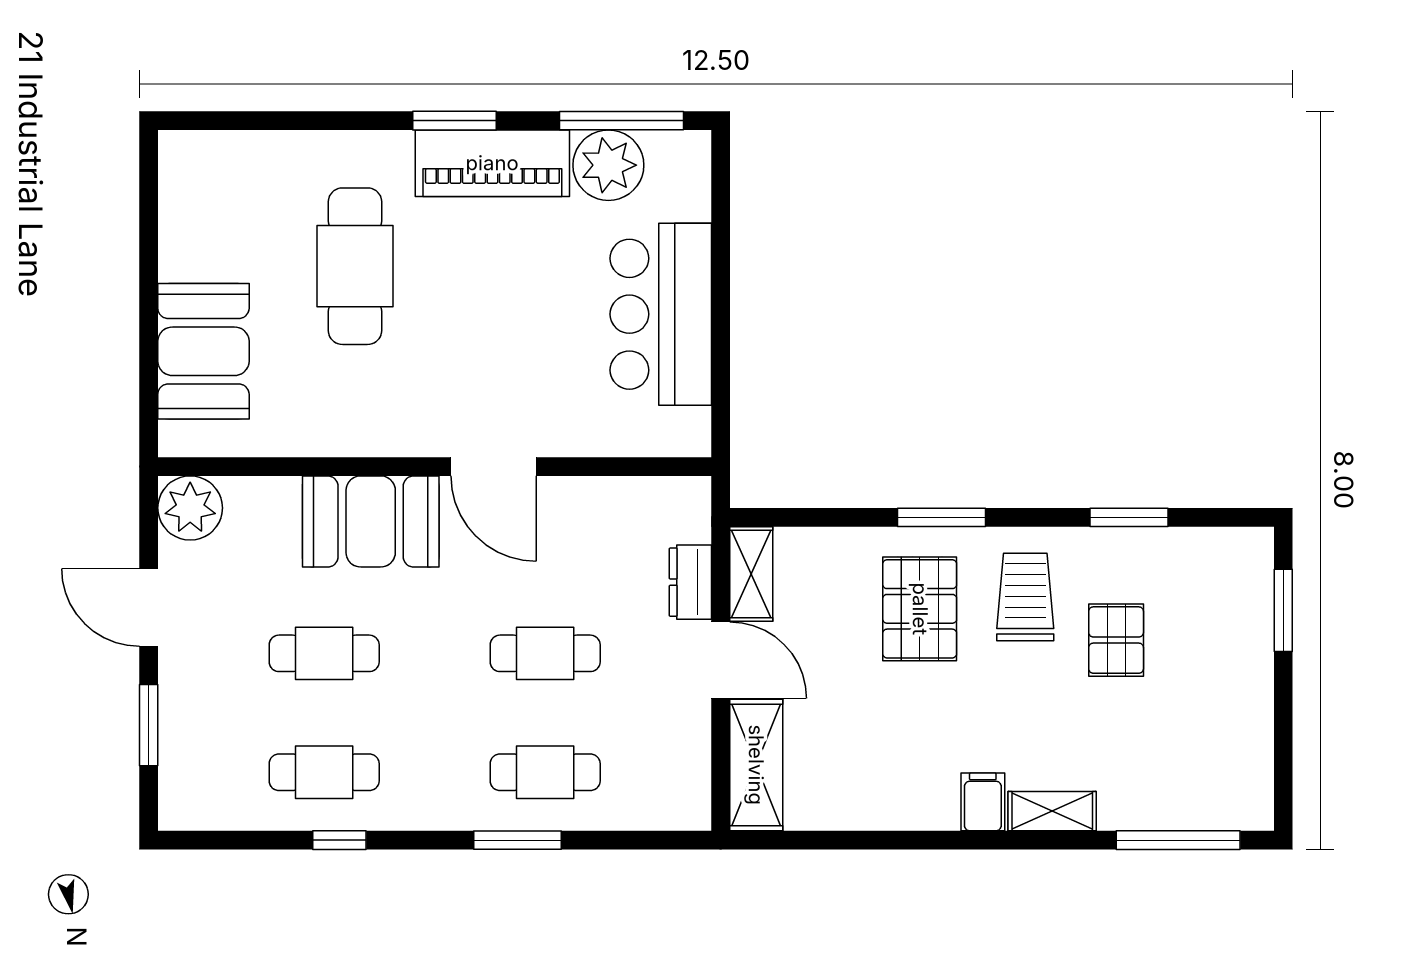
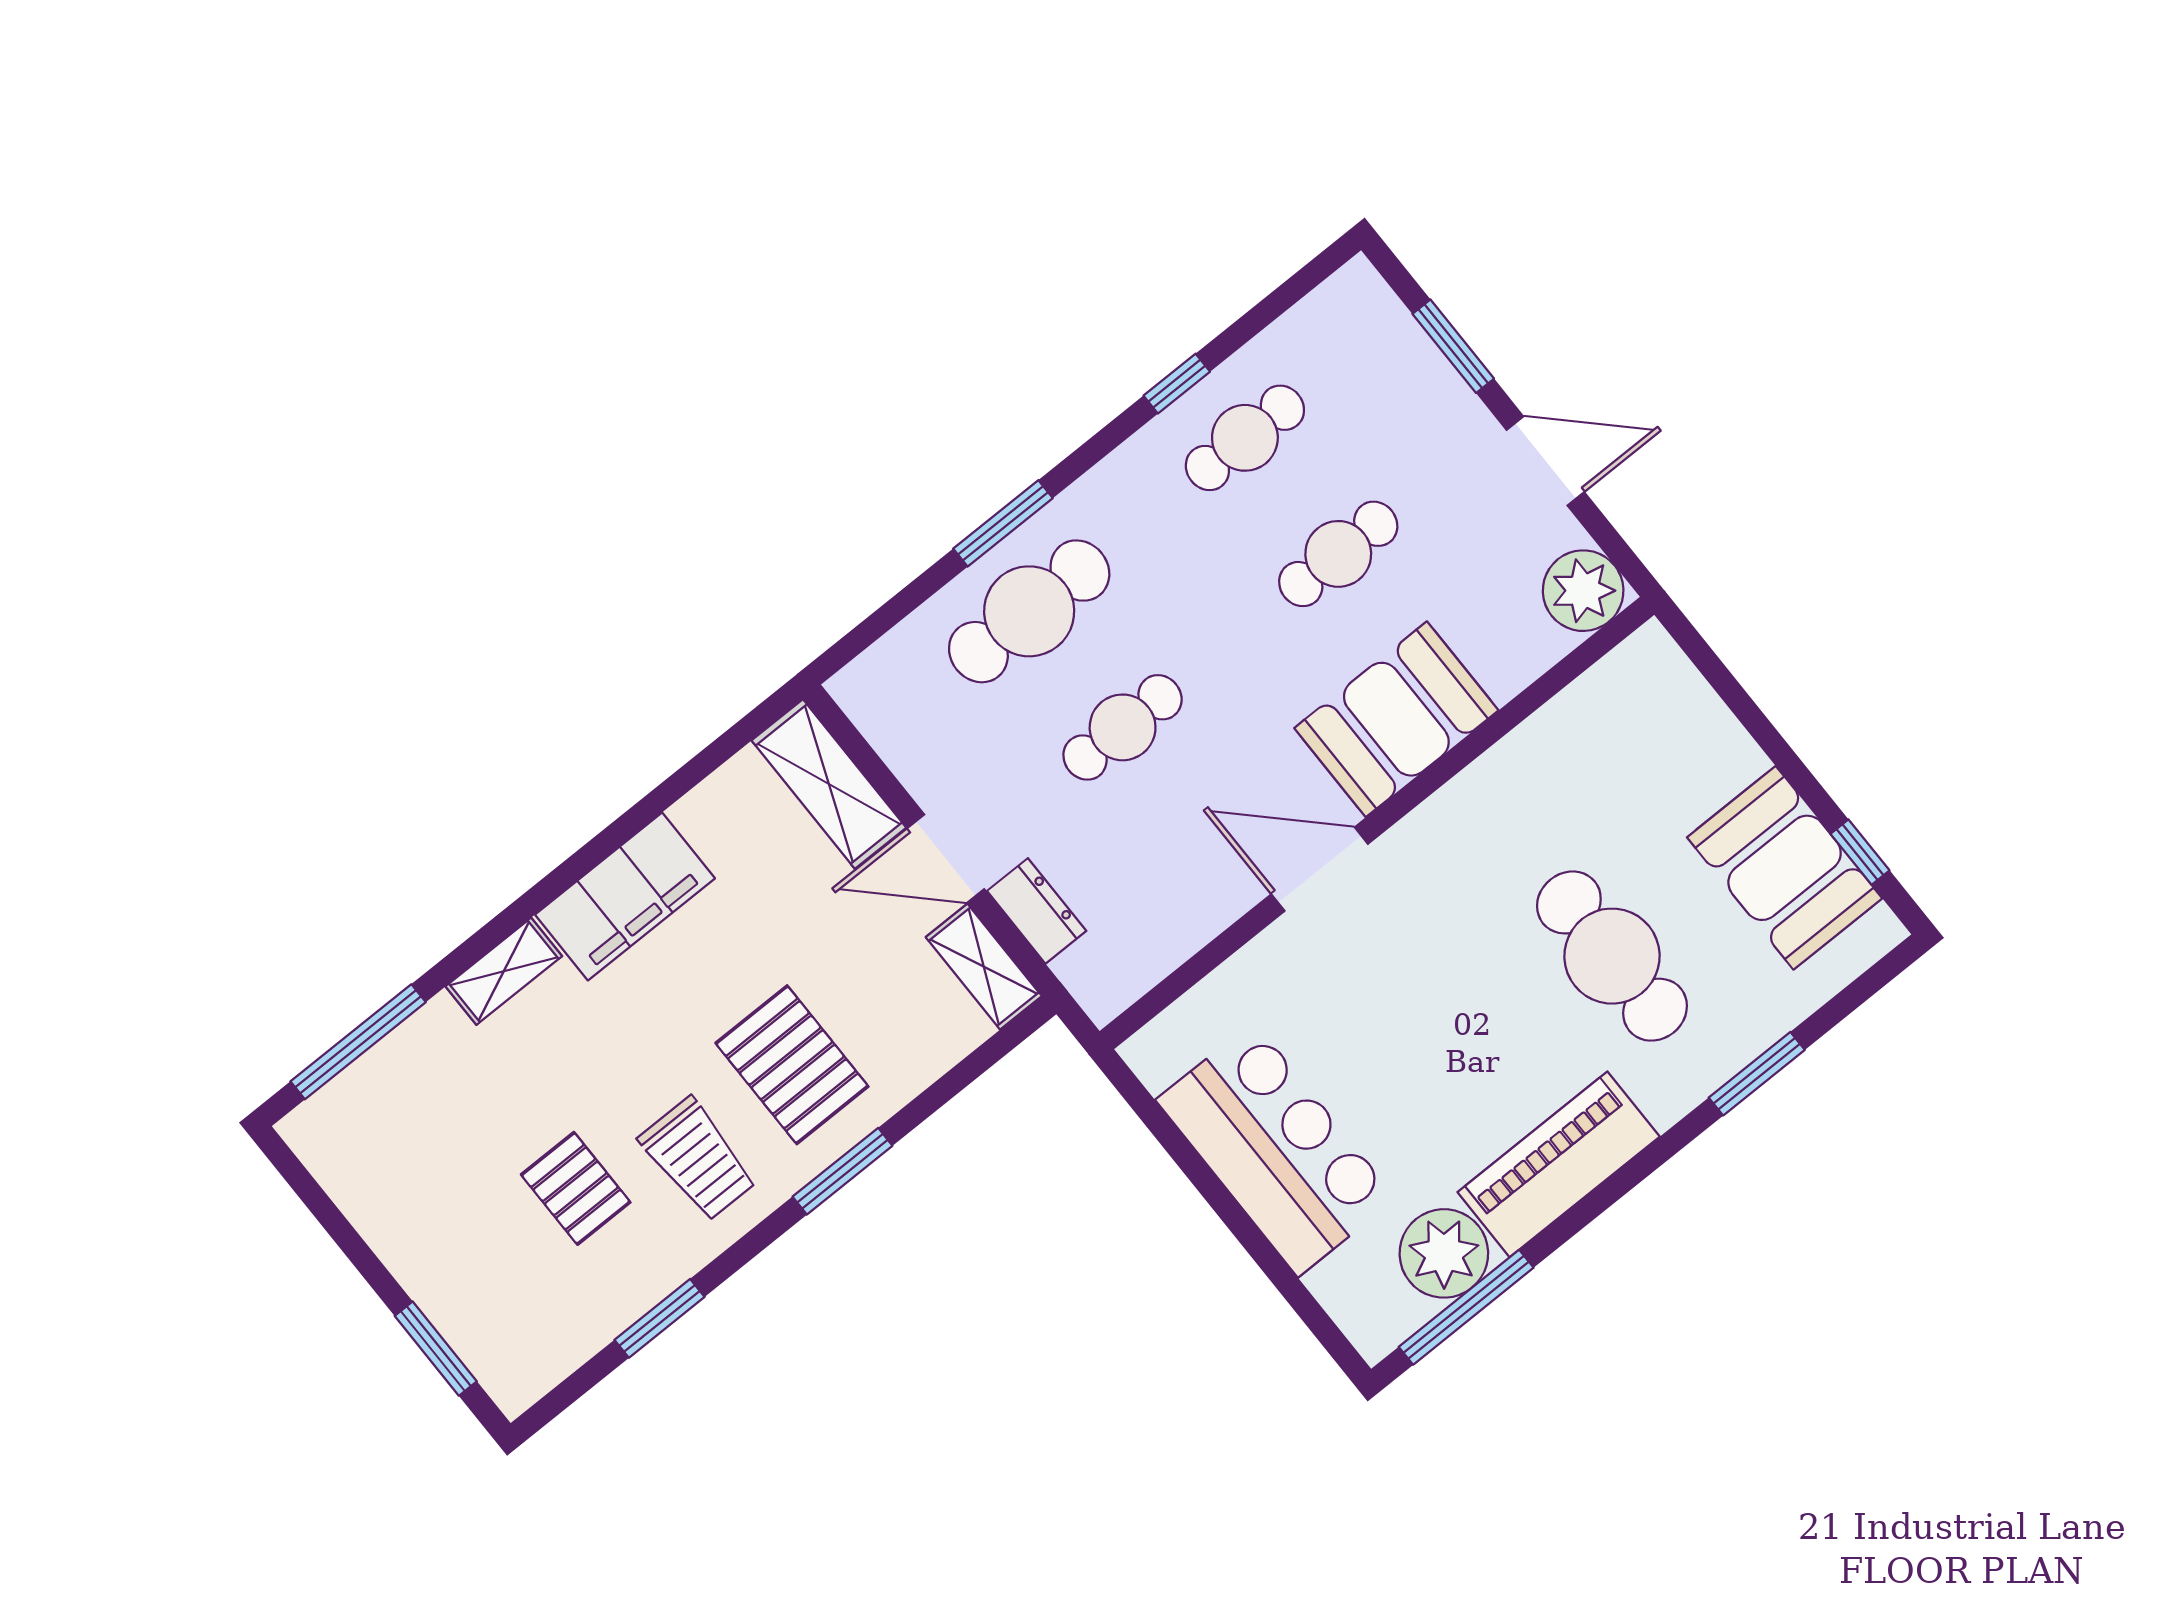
window: (455, 121) -> (1757, 1074), moved
window: (149, 207) -> (1860, 852), added
booth: (203, 351) -> (1785, 868), moved
cafe table: (545, 772) -> (1029, 611), width x1.37, depth x1.35
filing cabinet: (983, 802) -> (625, 896), width x3.00, depth x1.17

